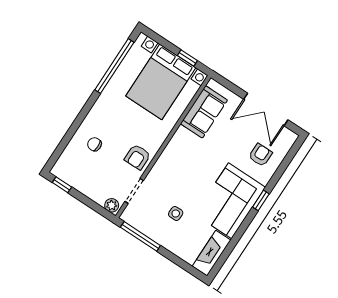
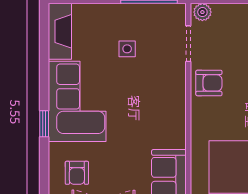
armchair: (137, 157) -> (209, 83), turned 90

